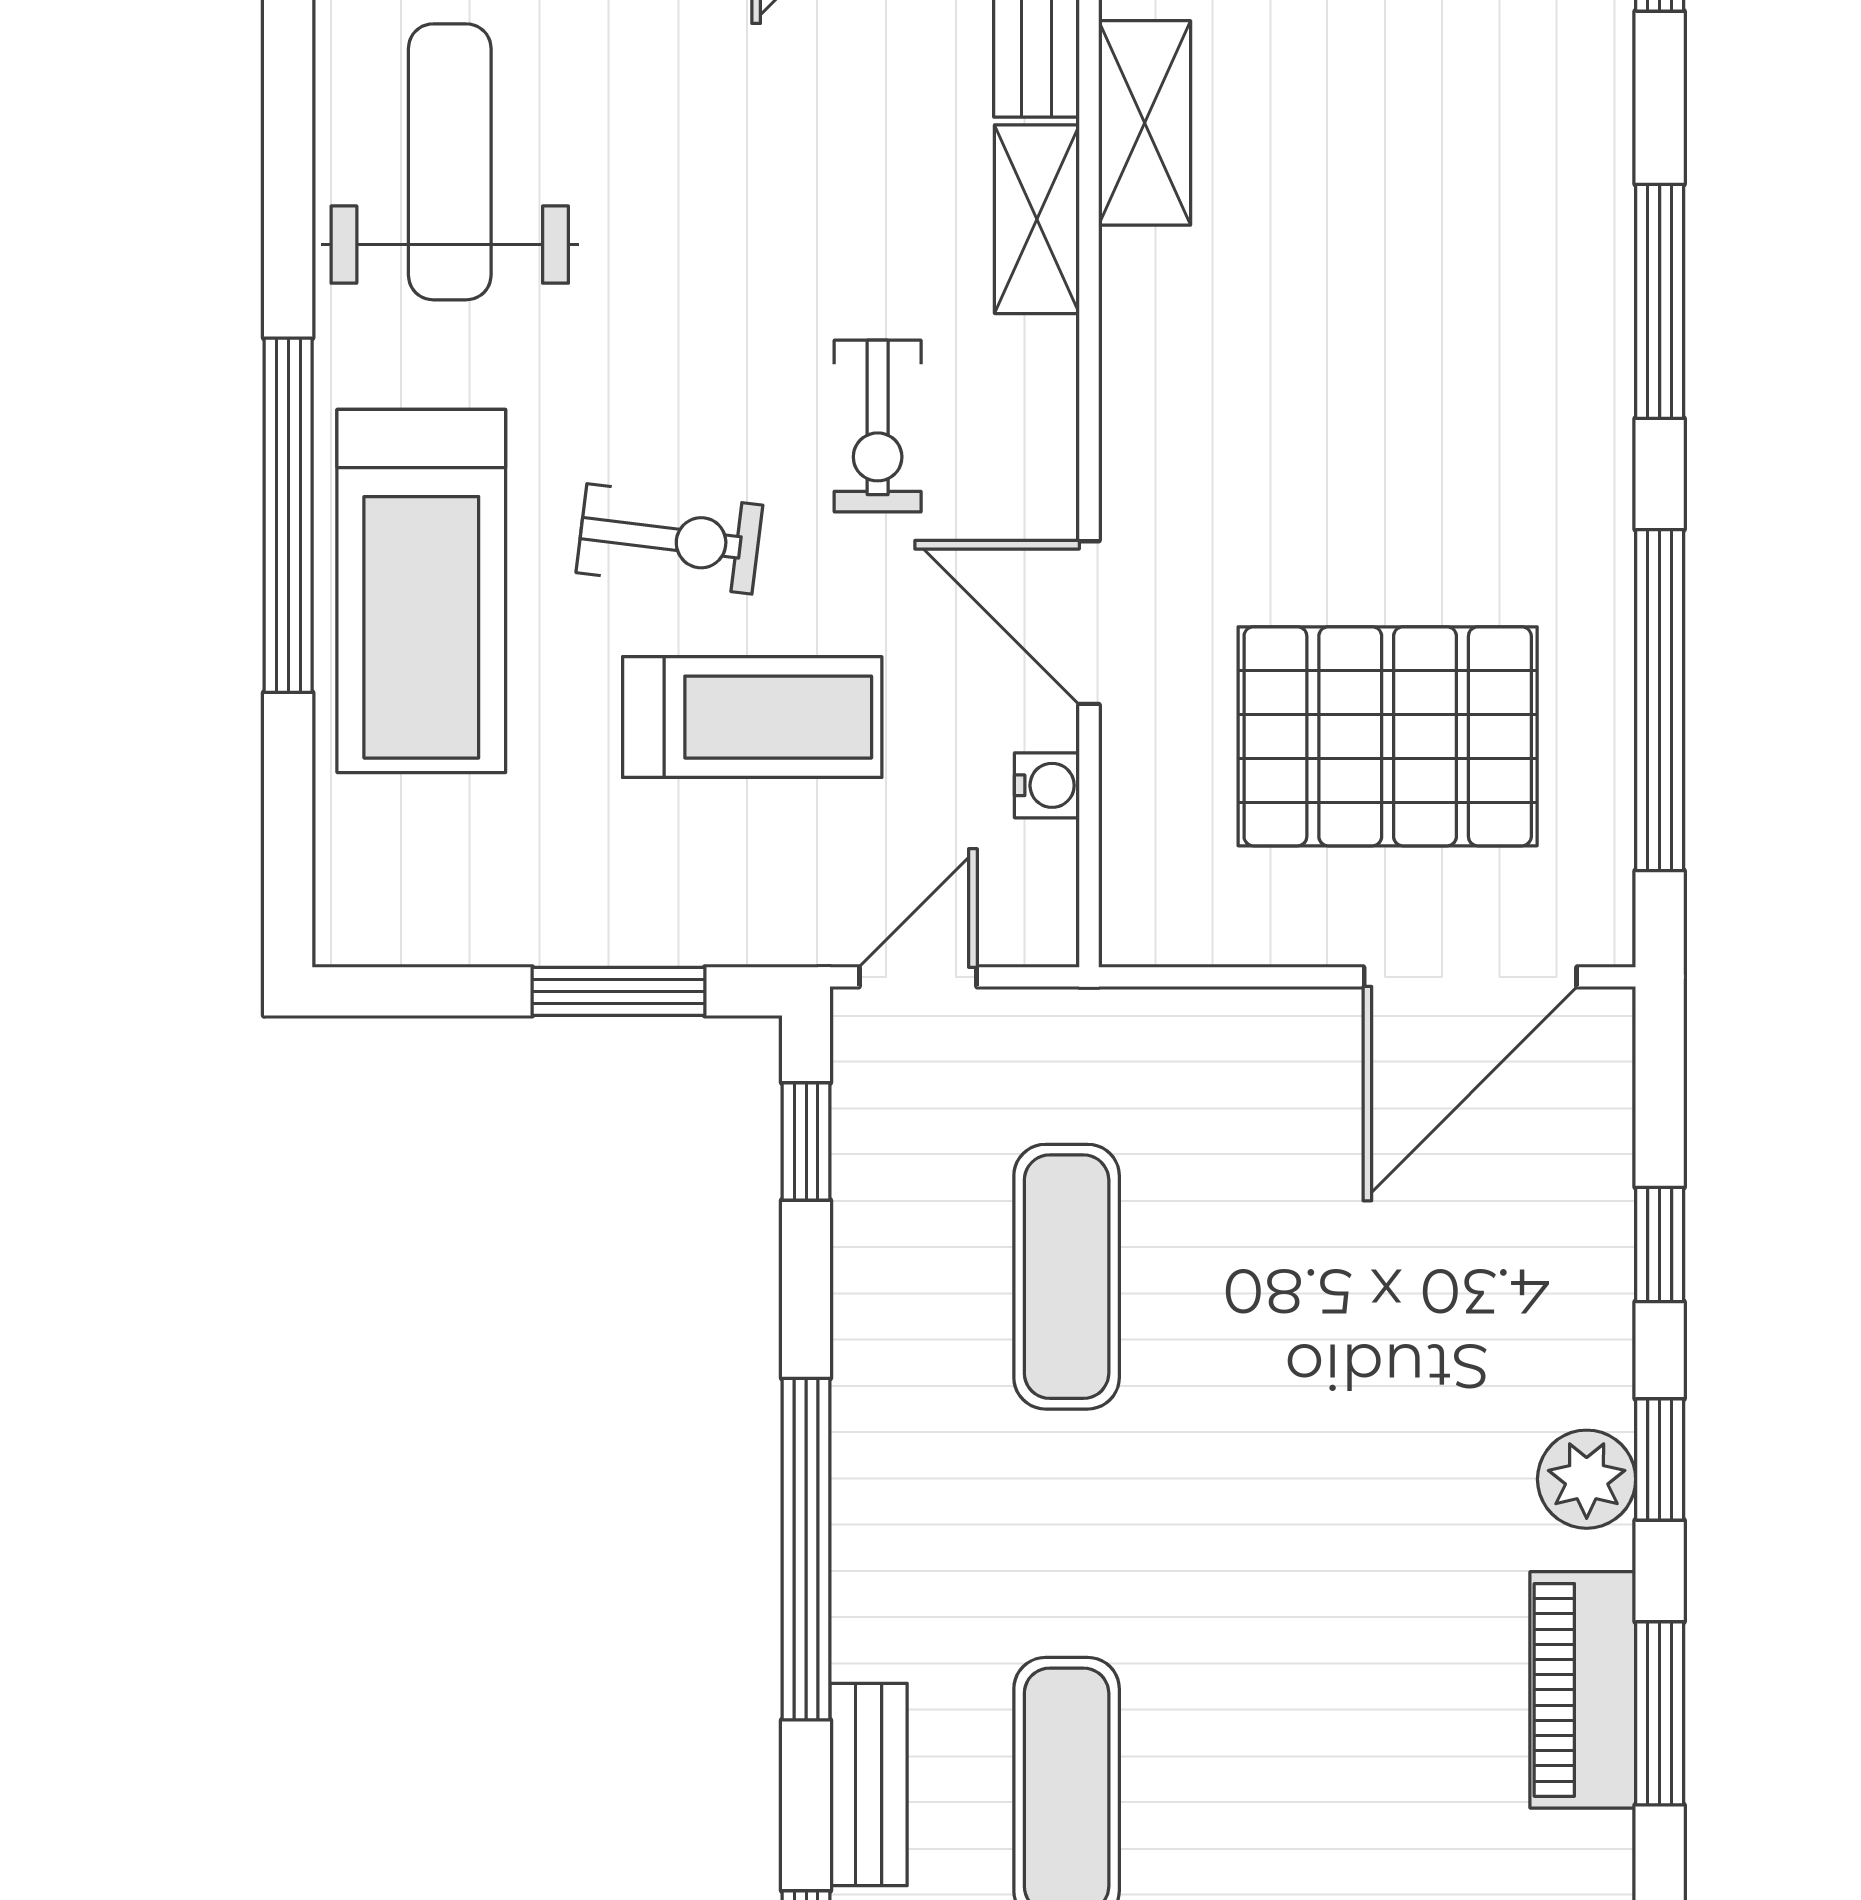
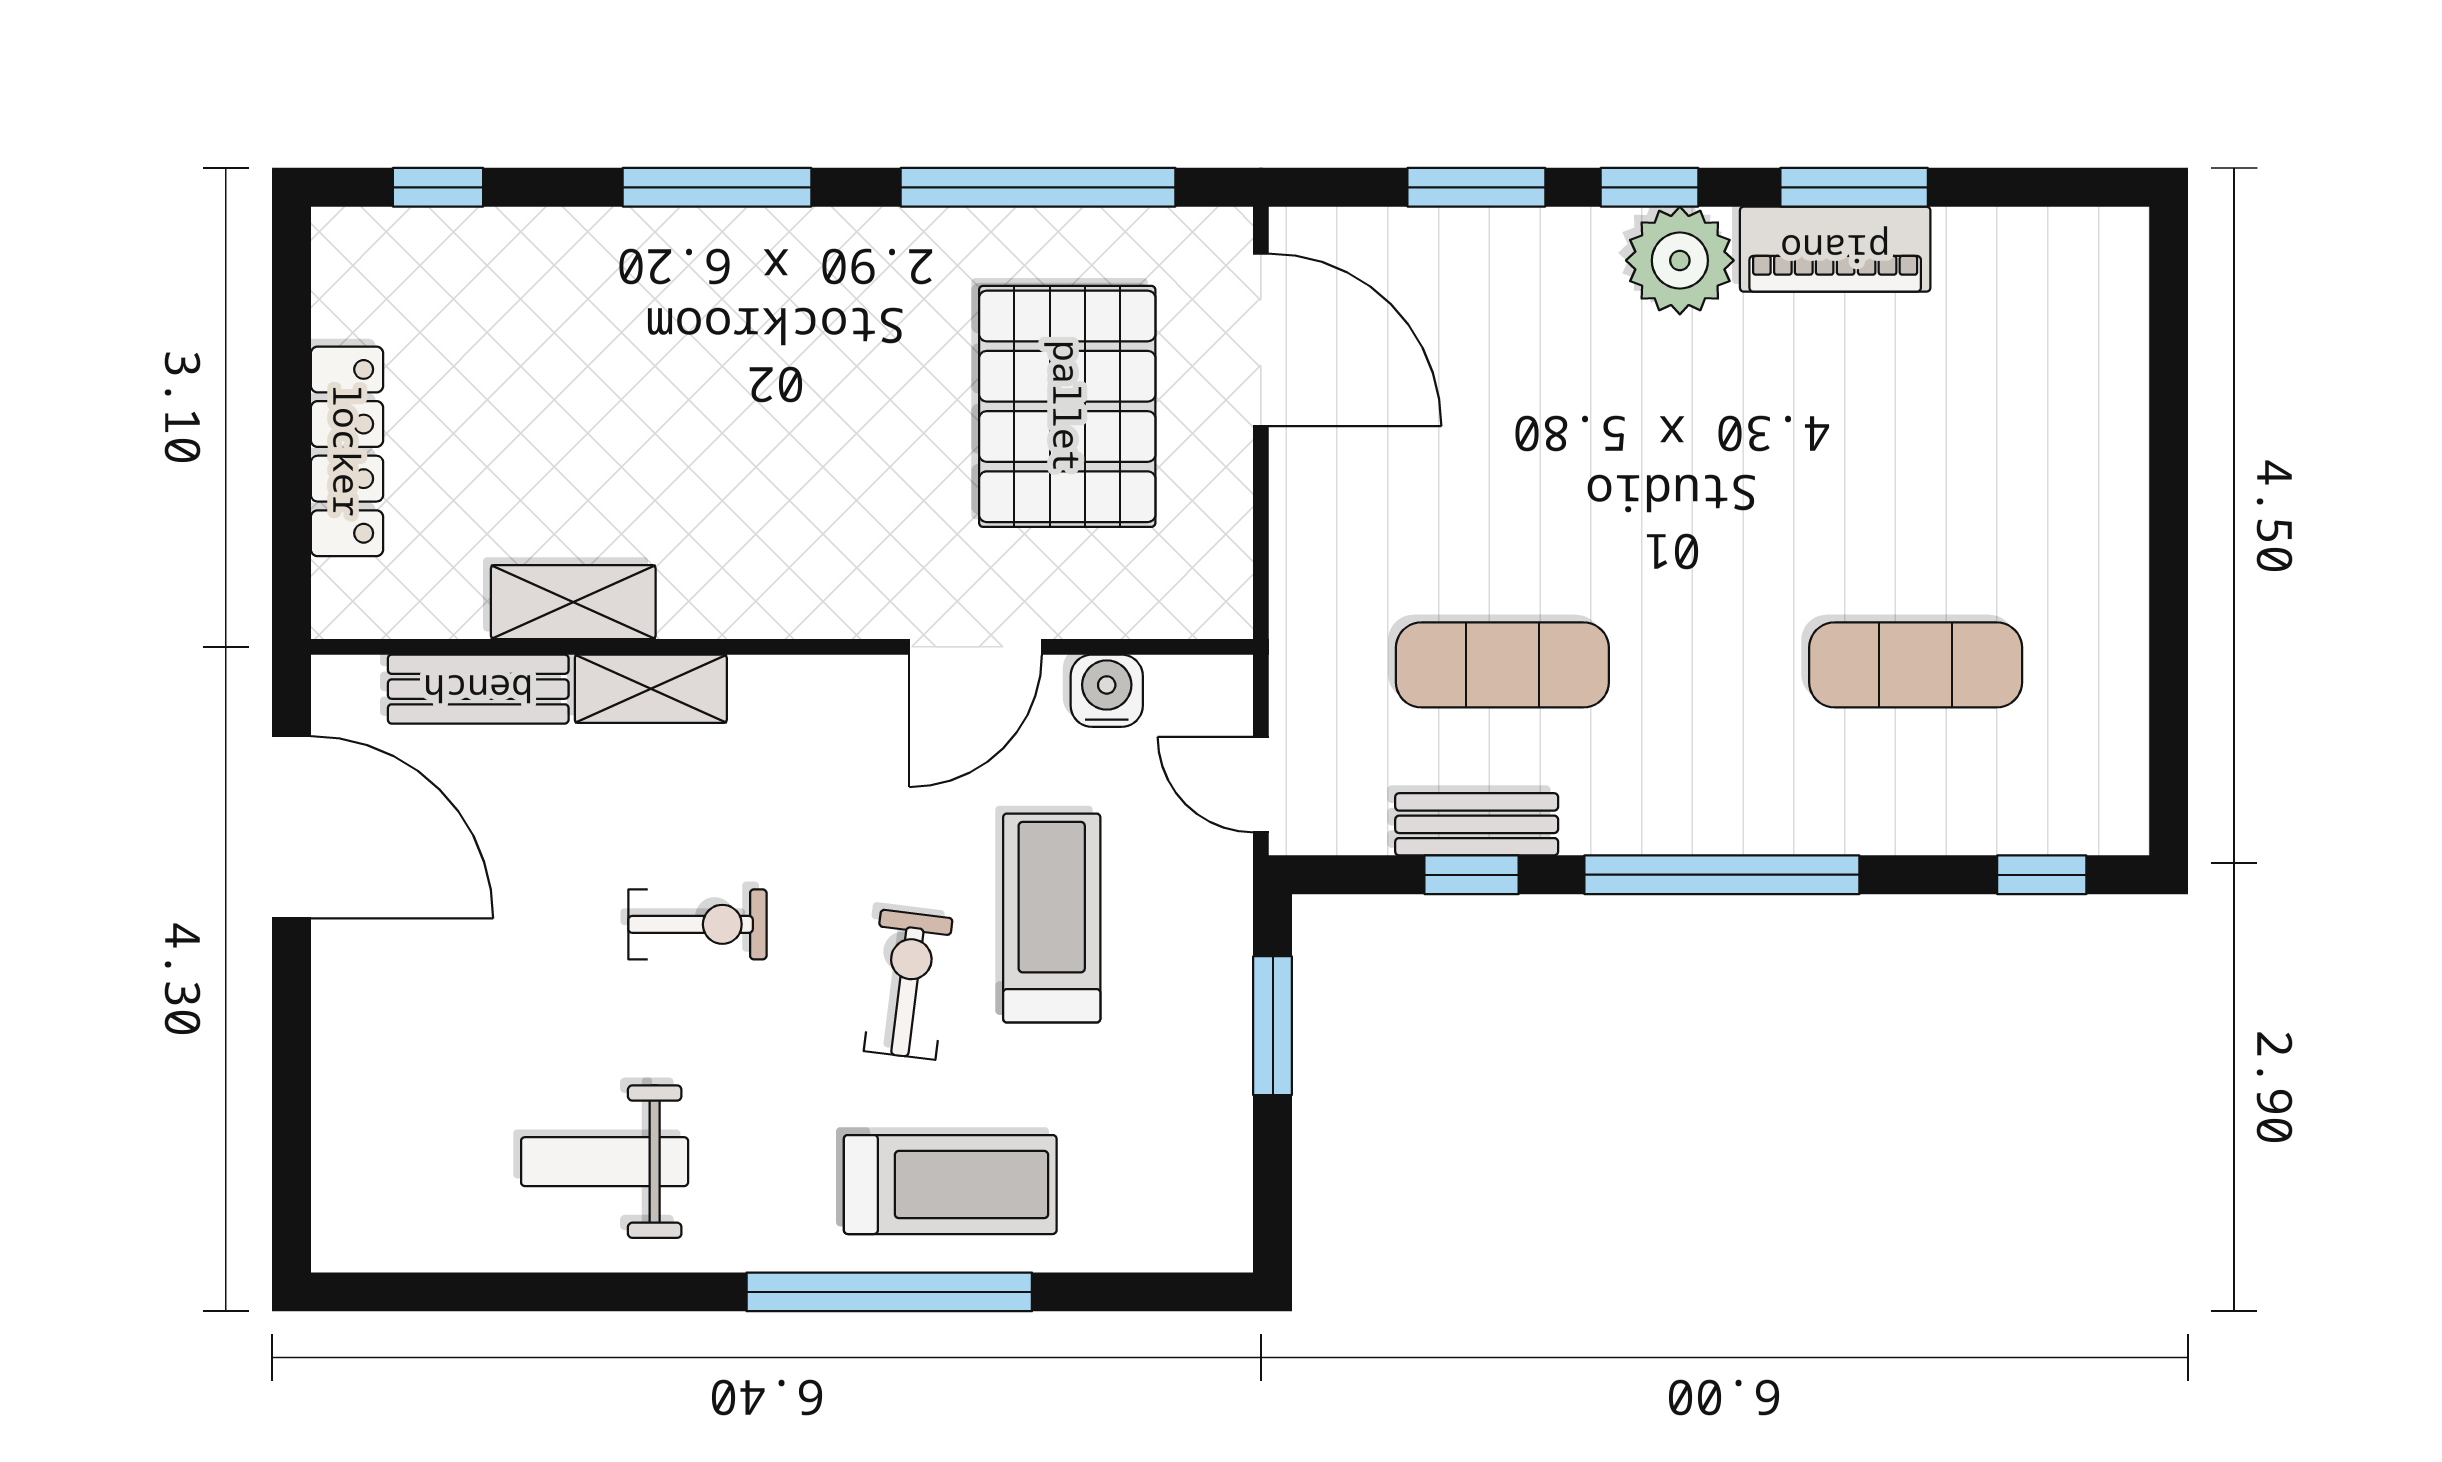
weight bench: (450, 162) -> (605, 1162), width x0.73, depth x0.75
exercise bike: (878, 426) -> (697, 924), moved
treadmill: (421, 591) -> (950, 1185), width x0.73, depth x0.73
water cooler: (1047, 785) -> (1107, 691), width x1.38, depth x1.38
window: (806, 1141) -> (1472, 875), moved
window: (1660, 1244) -> (1476, 187), width x1.50
plant: (1587, 1479) -> (1680, 260), width x1.36, depth x1.36
bench: (869, 1784) -> (1477, 824), moved

